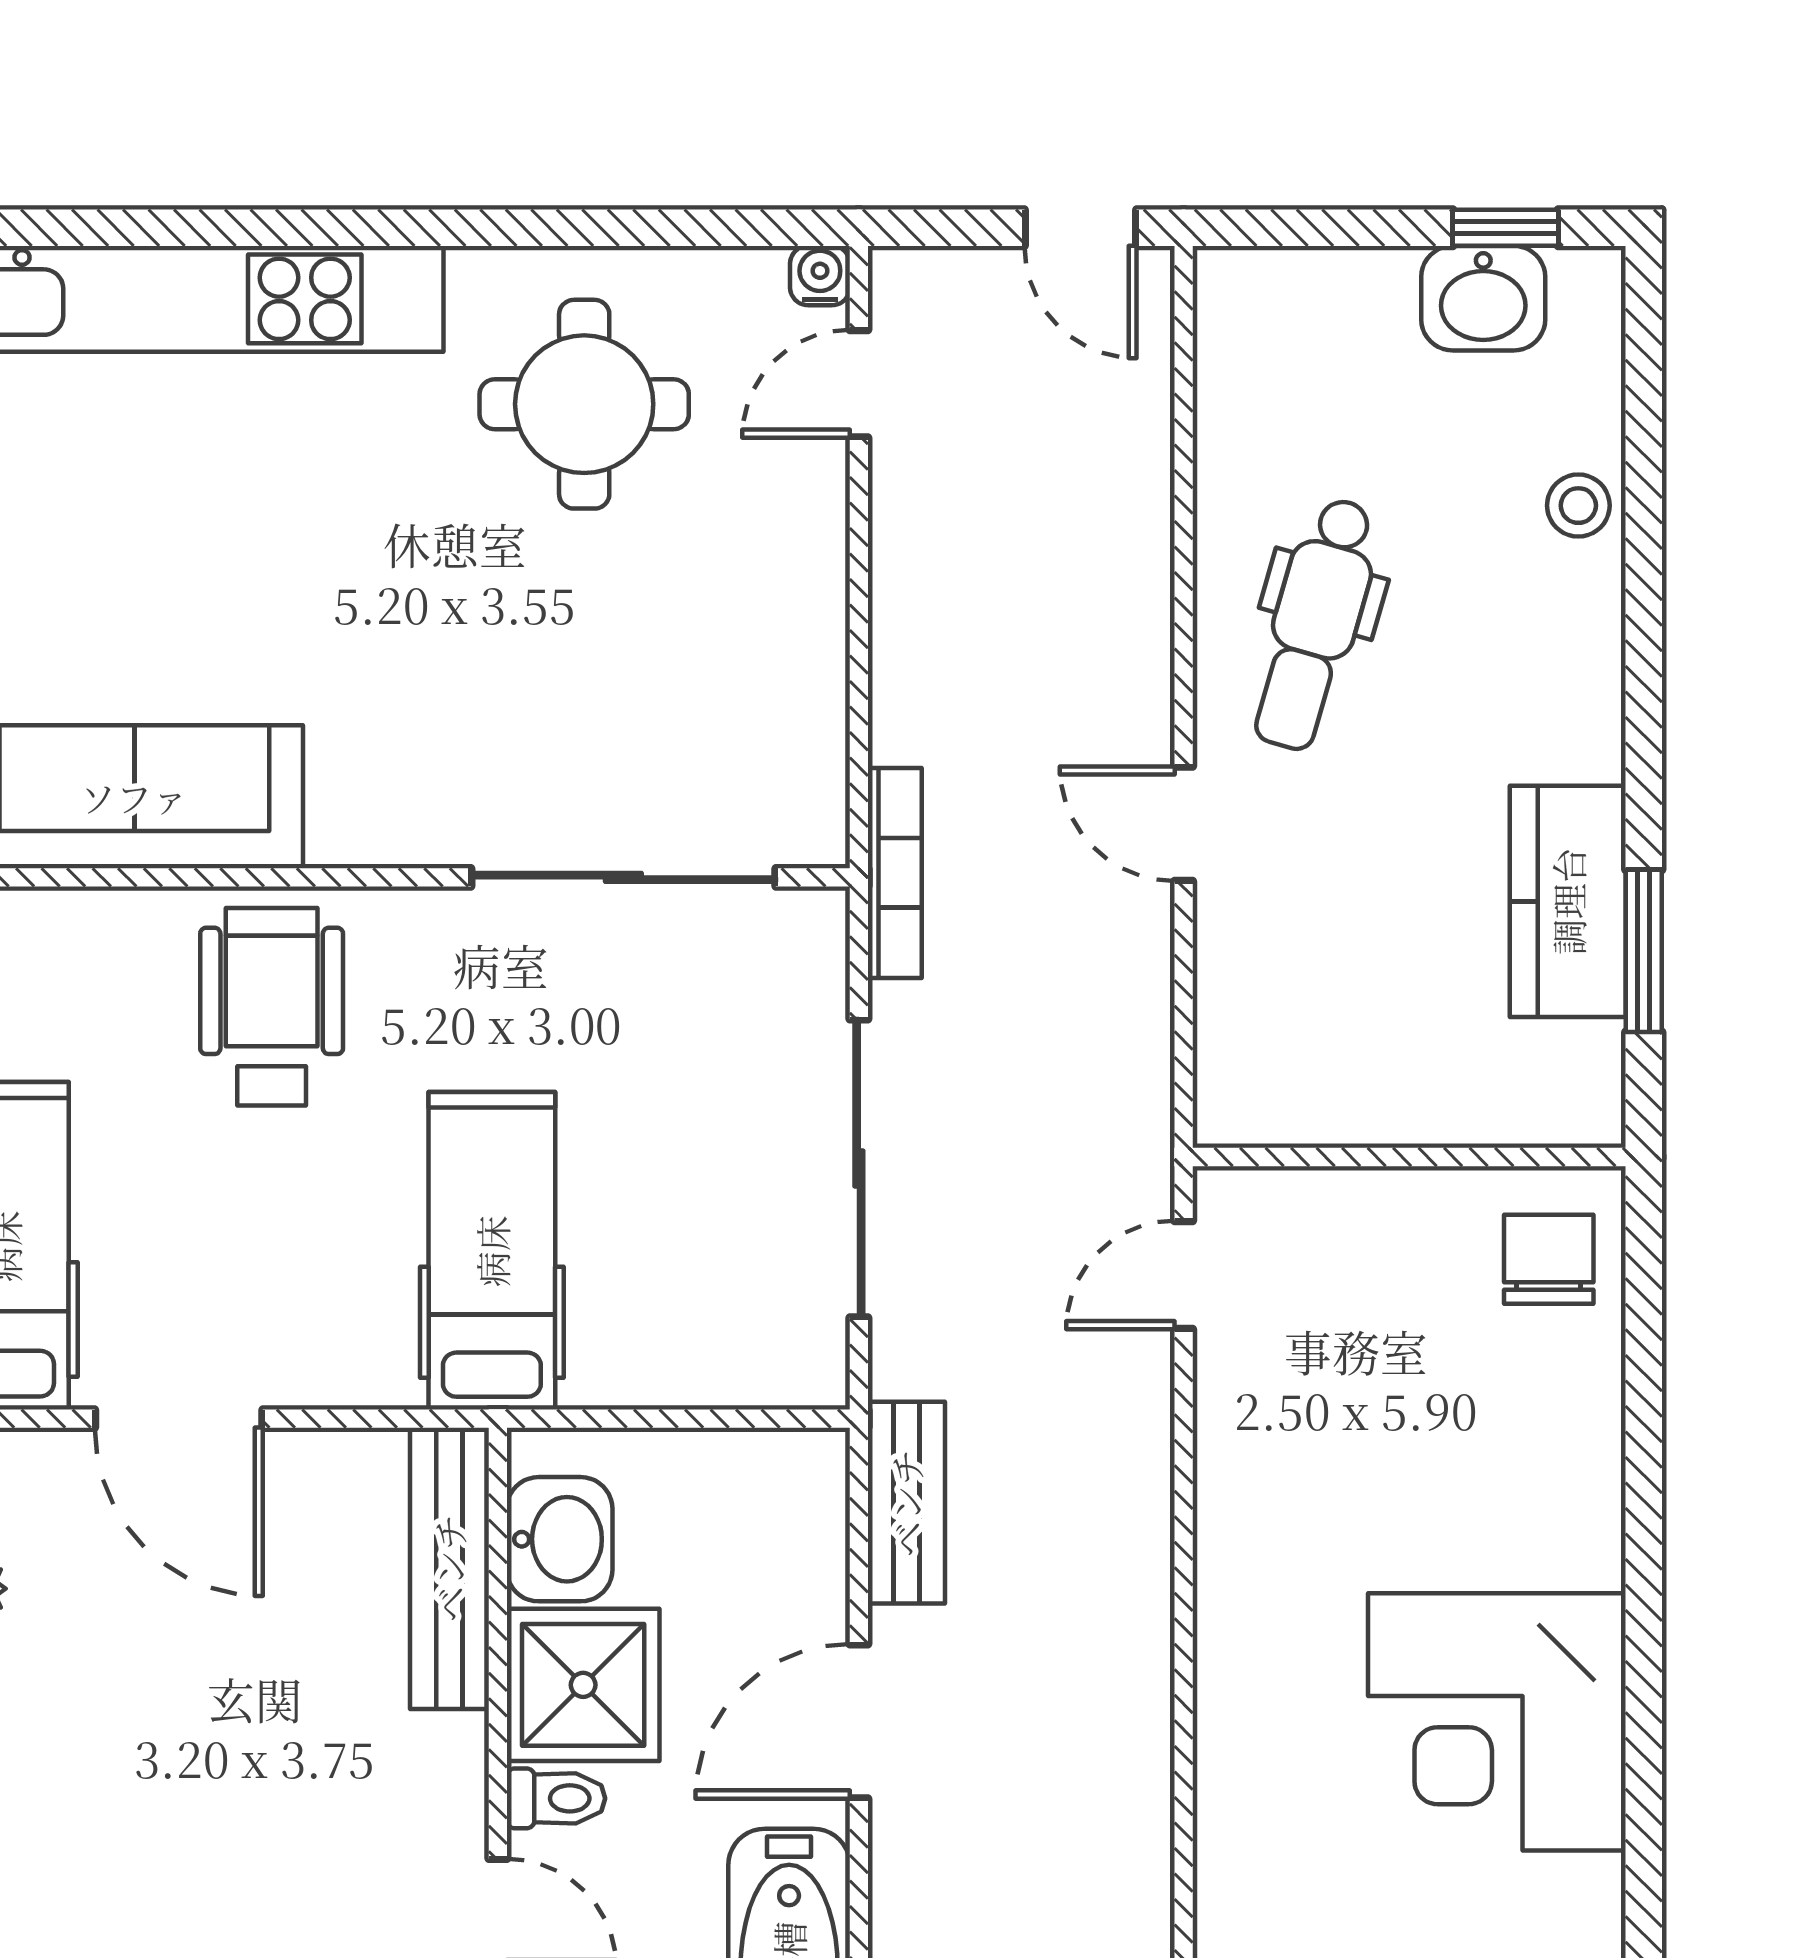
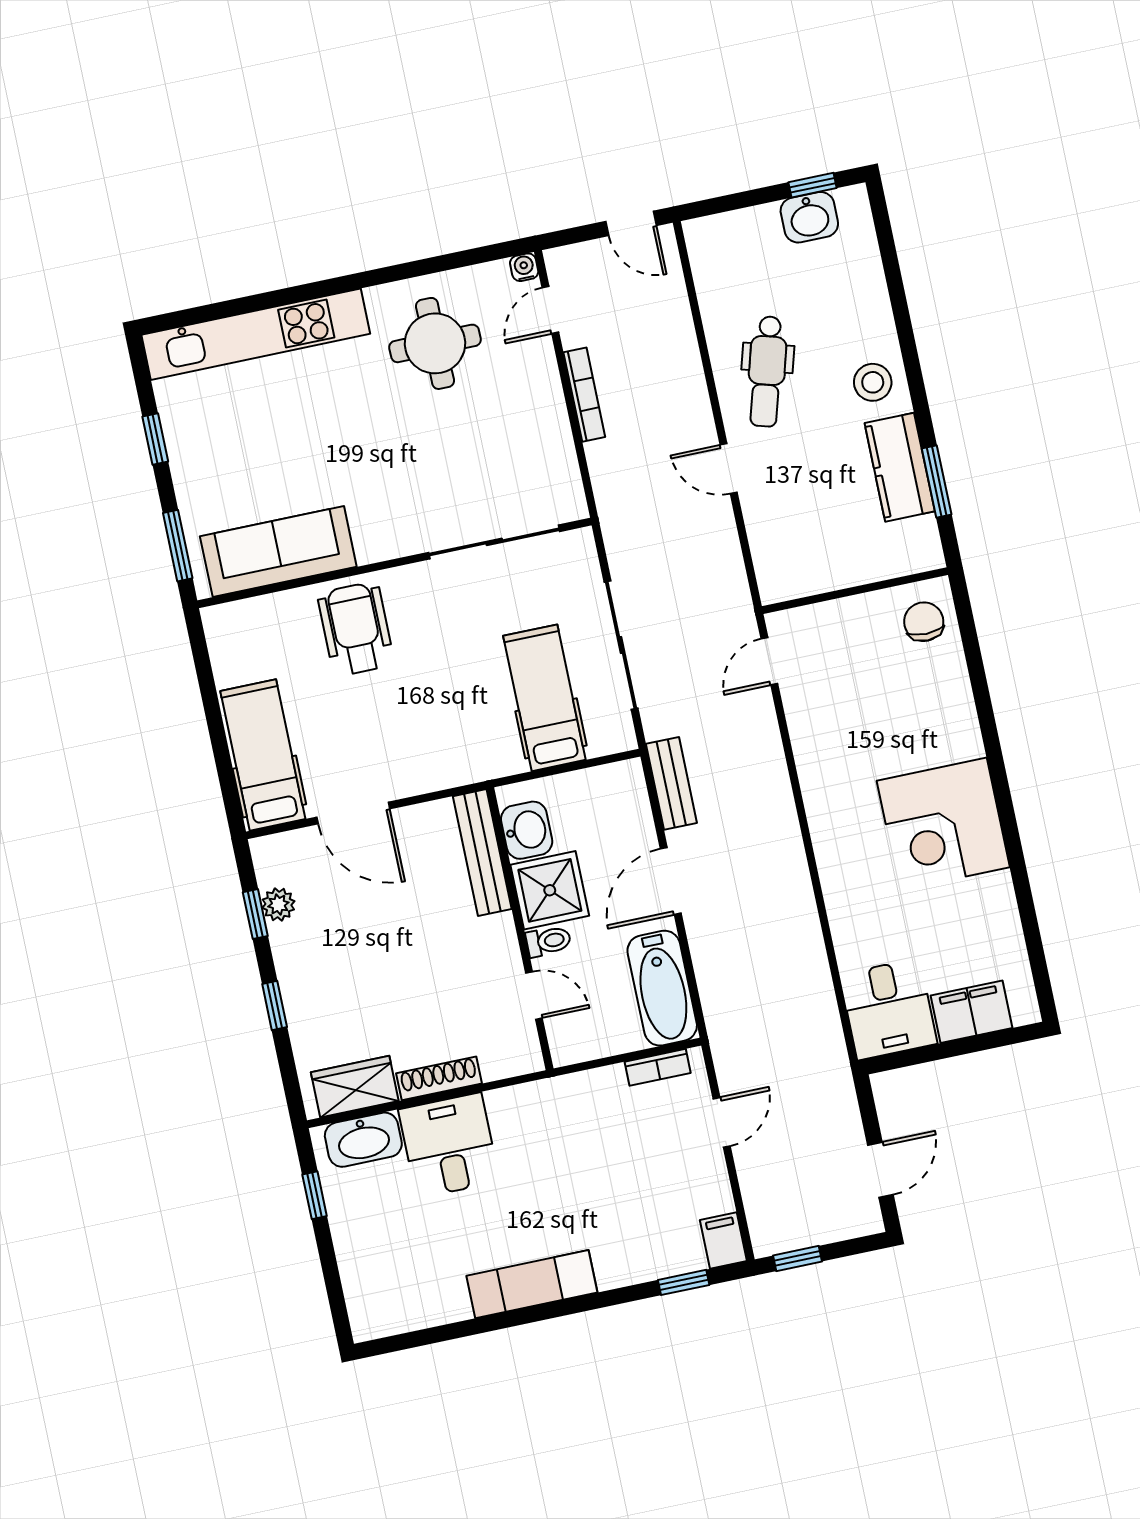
stool: (1578, 506) -> (873, 382), moved, width x1.37, depth x1.37
bookcase: (895, 873) -> (584, 395), moved
hospital bed: (492, 1251) -> (544, 698), moved

